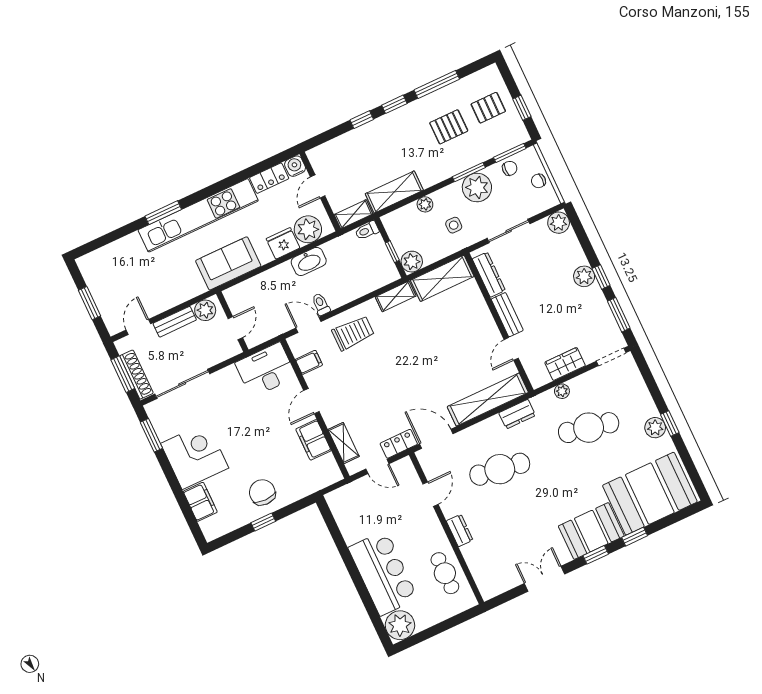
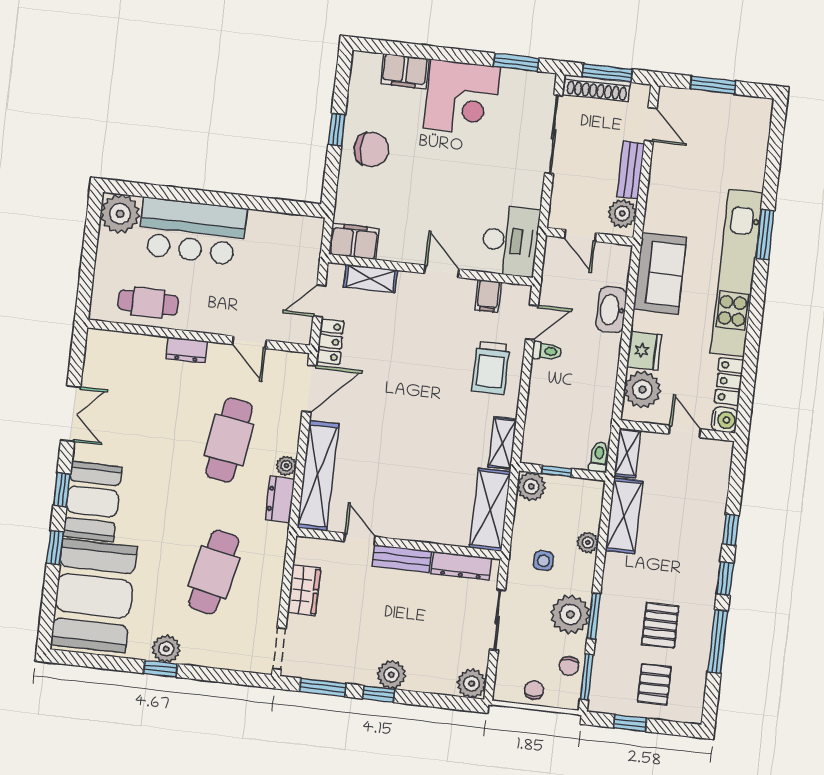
washbasin: (309, 261) -> (611, 310), moved
plant: (562, 391) -> (286, 466), moved
filing cabinet: (314, 440) -> (354, 241), moved

